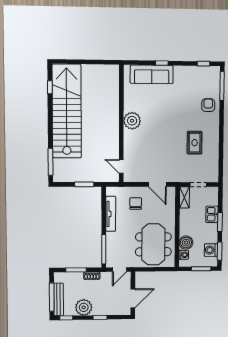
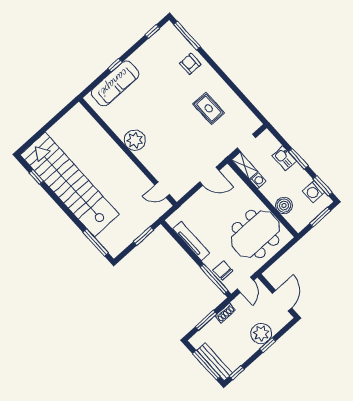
chair: (136, 203) -> (223, 270), moved
meeting table: (153, 244) -> (255, 234), turned 90
washing machine: (184, 255) -> (258, 181), moved
plant: (84, 307) -> (261, 334), moved

